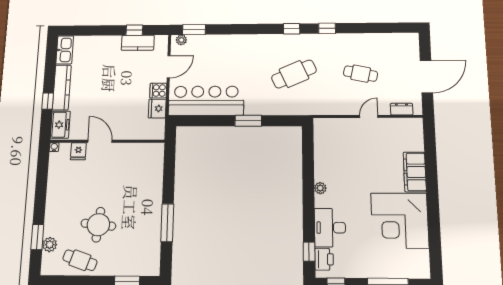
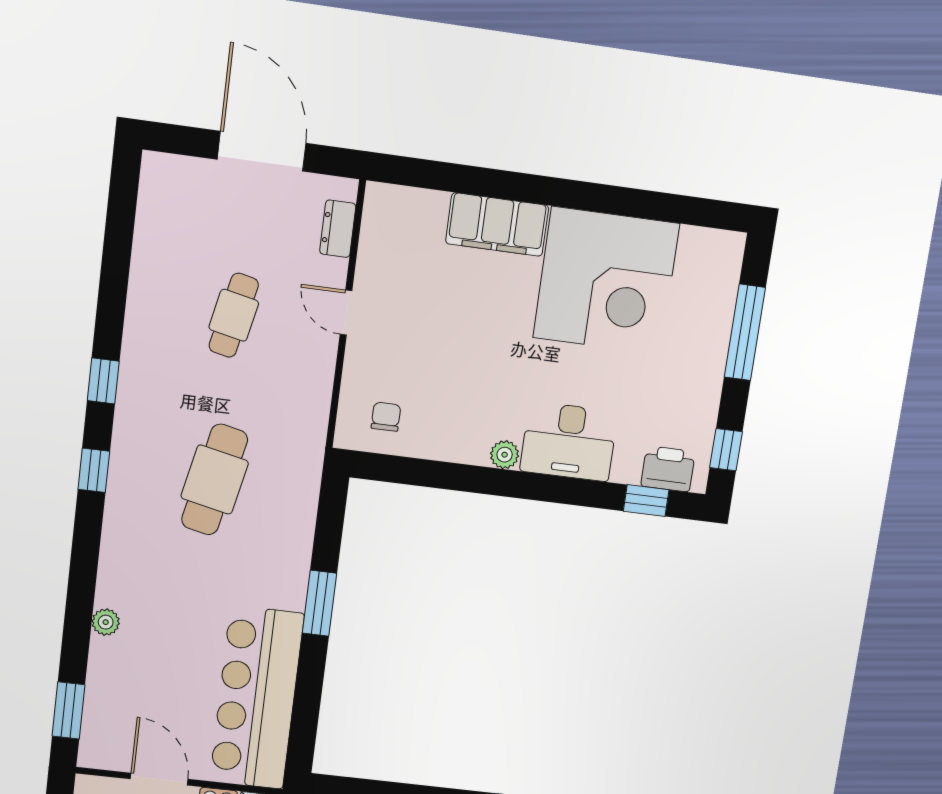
plant: (181, 40) -> (106, 622), moved
cafe table: (294, 74) -> (215, 480), turned 36
chair: (329, 138) -> (386, 417), added
desk: (330, 228) -> (569, 441), moved

